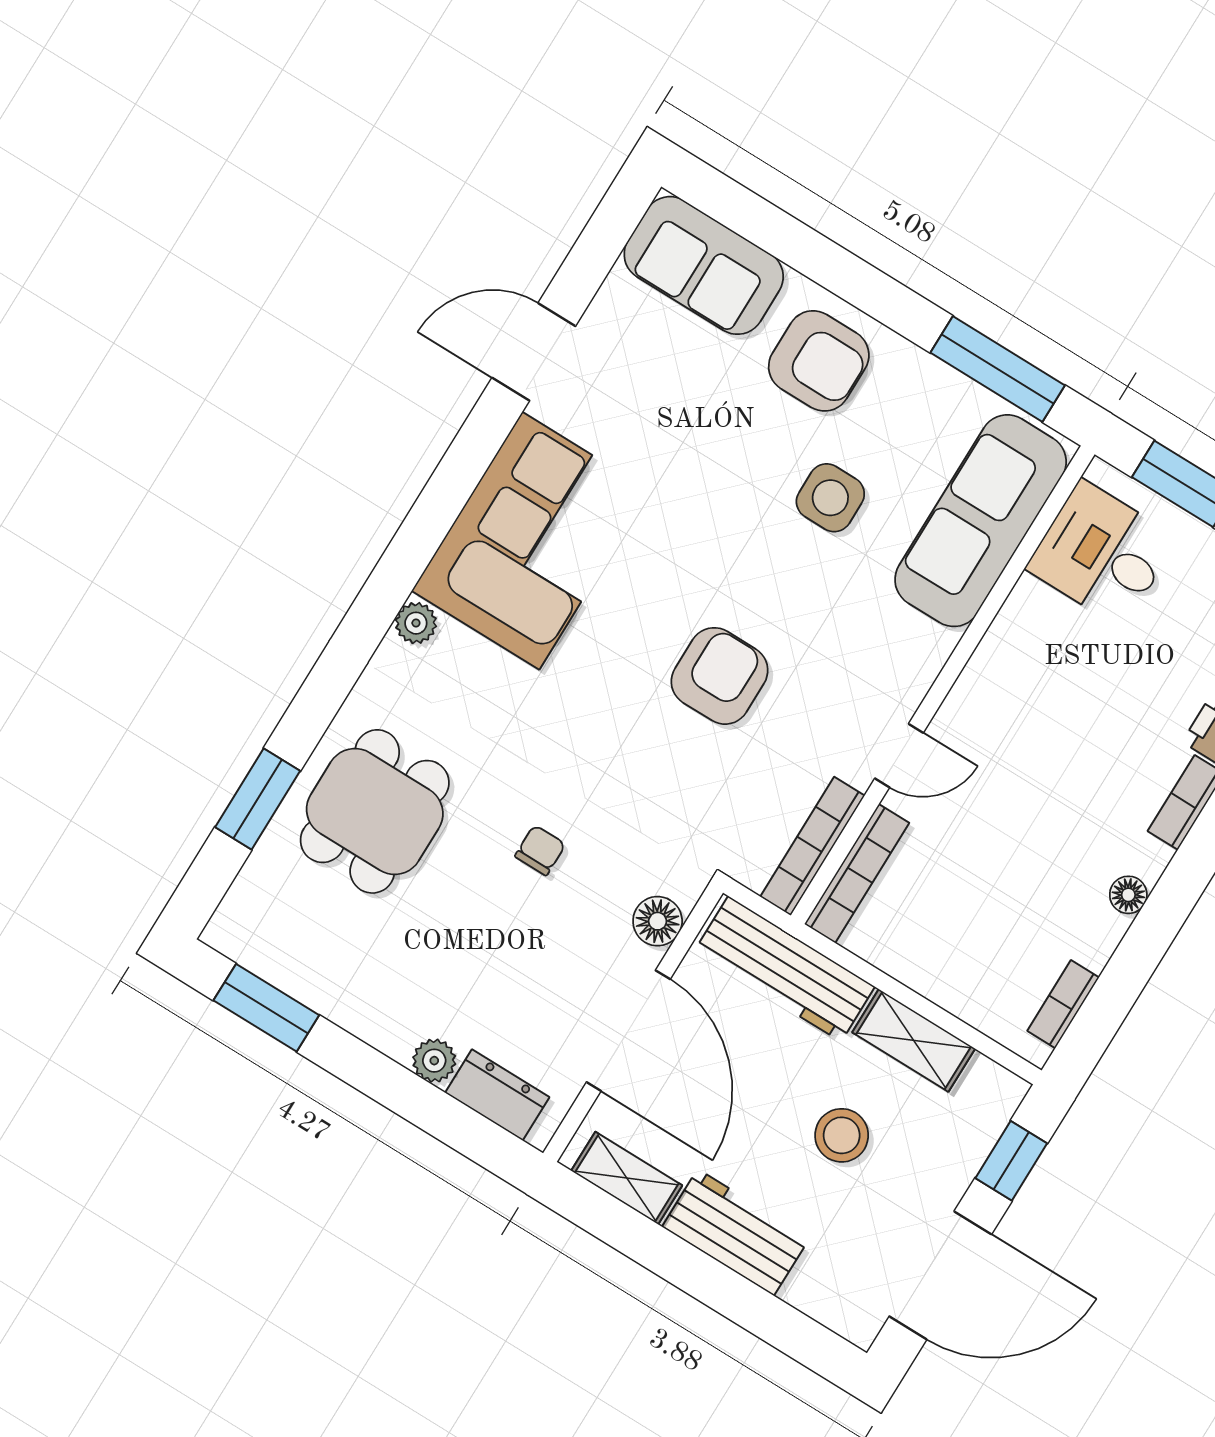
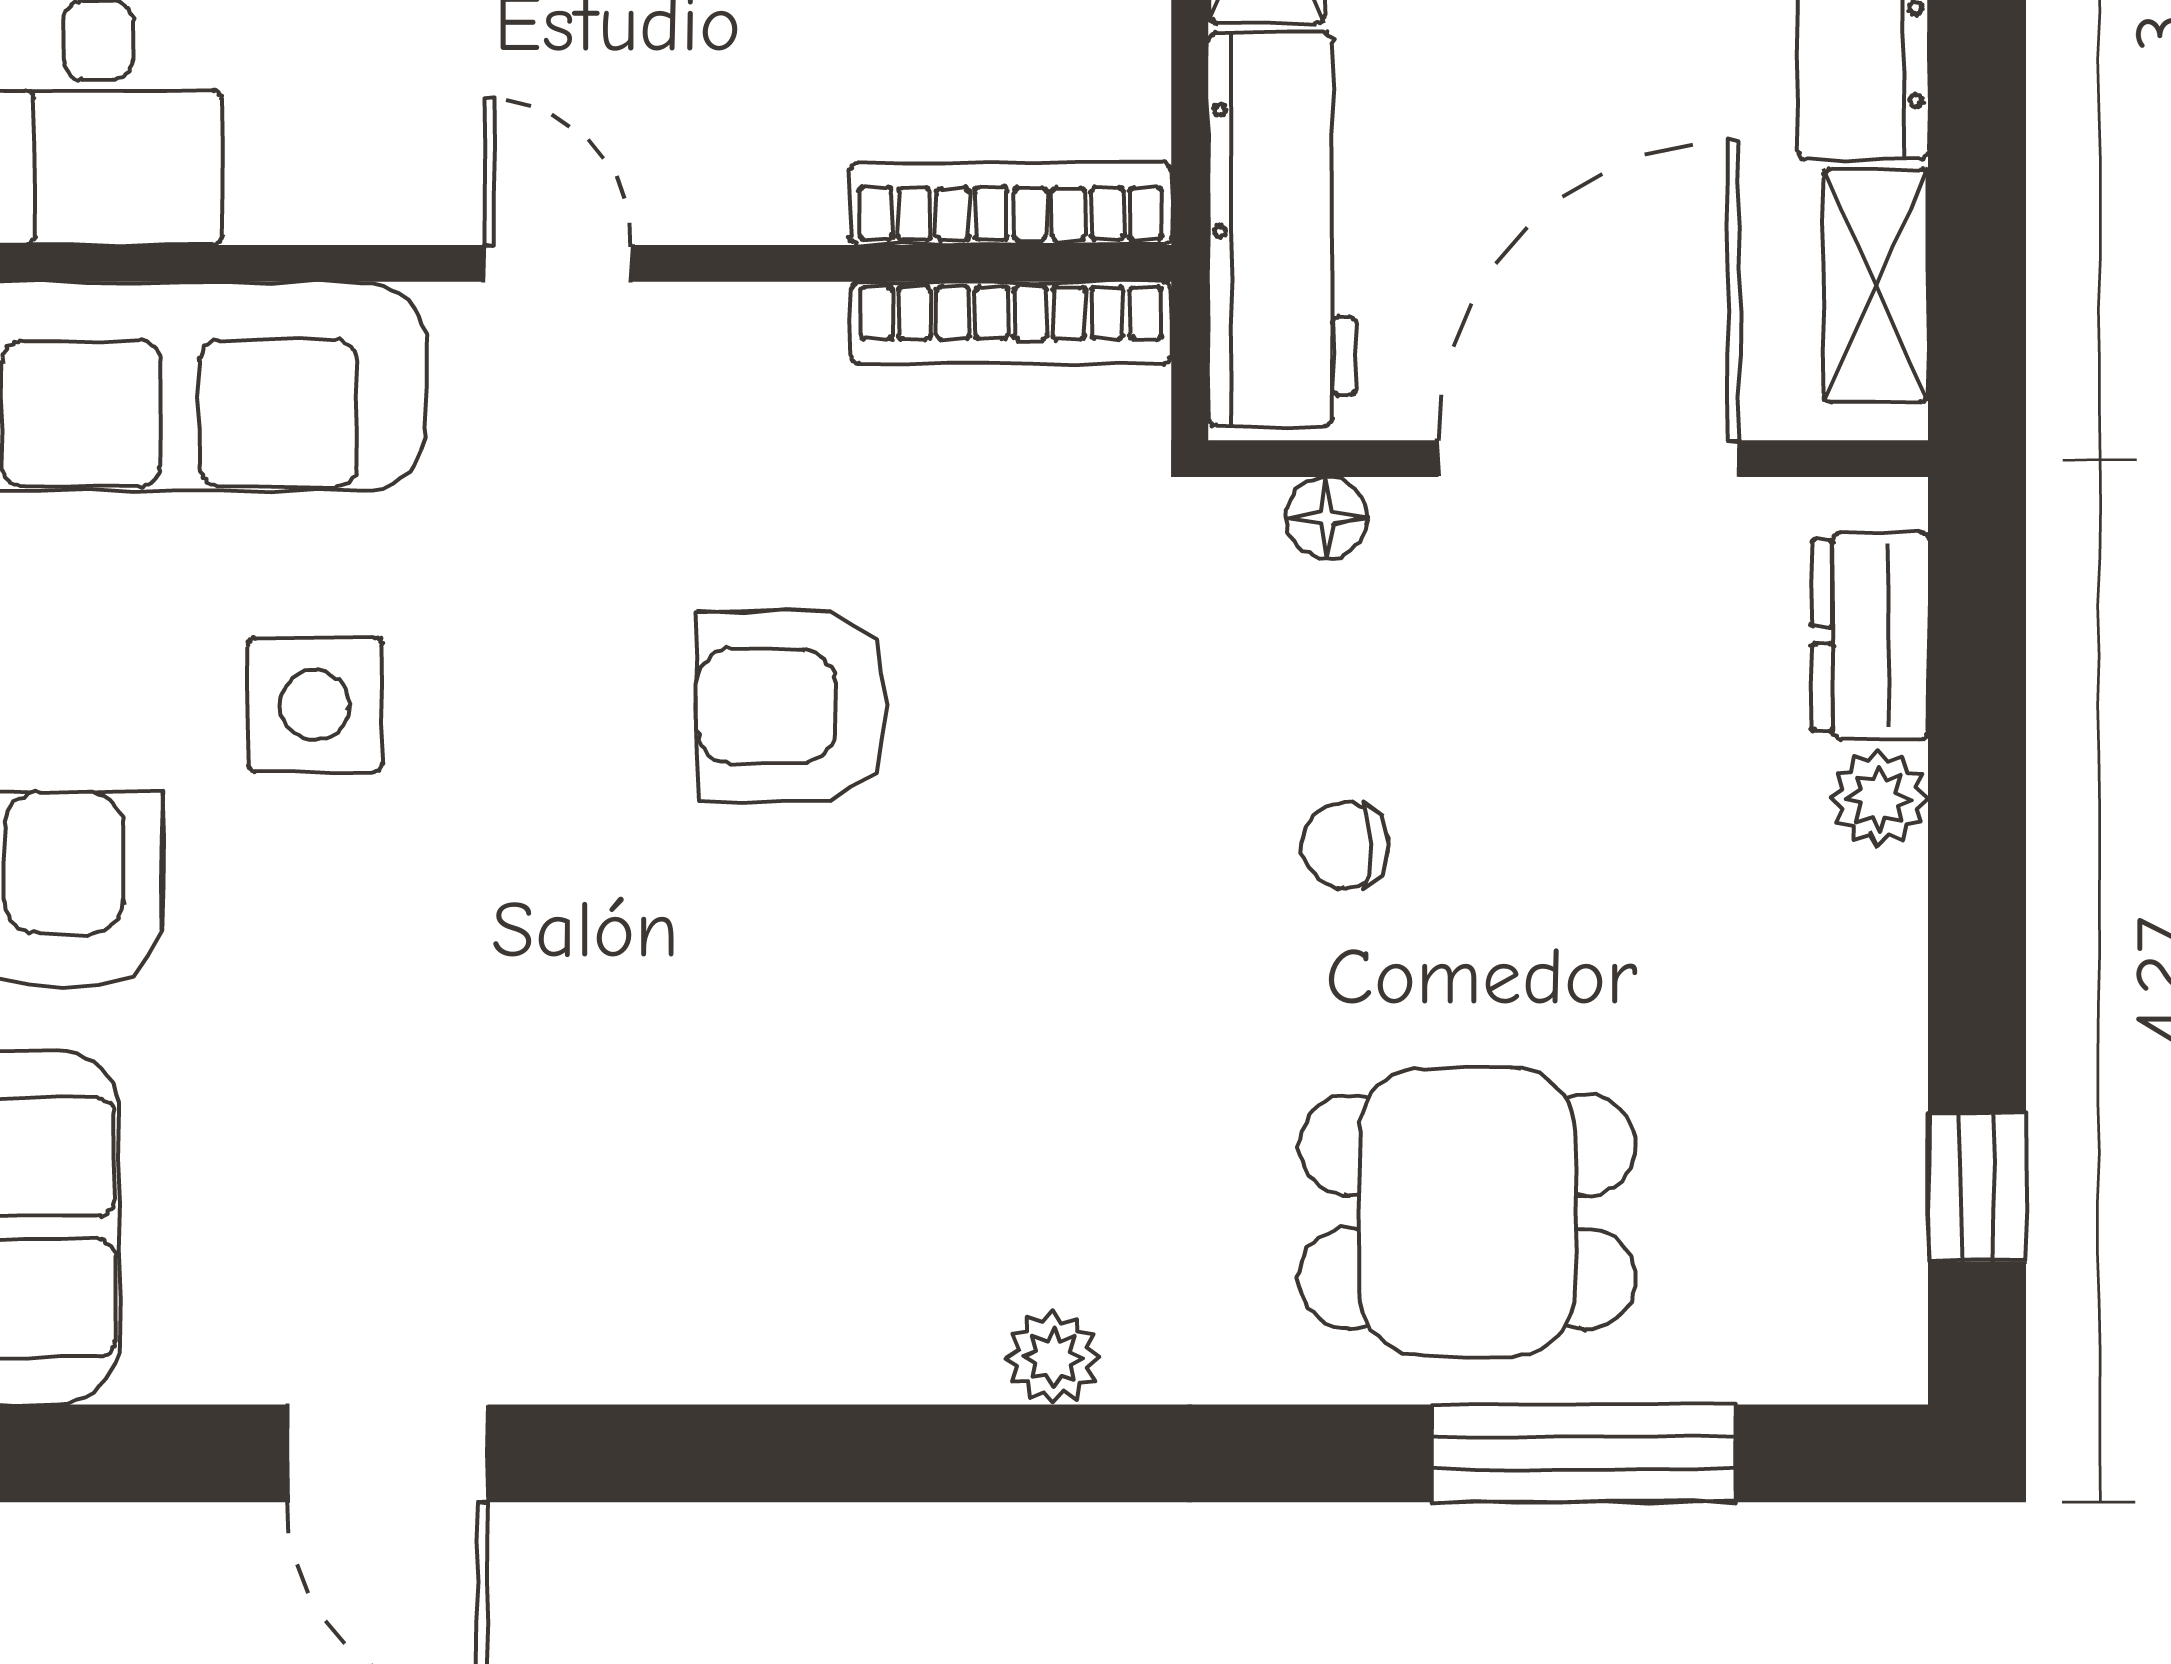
corner sofa: (531, 541) -> (757, 1234), removed
door: (899, 756) -> (558, 263), moved
window: (258, 799) -> (1583, 1453), width x1.44
floor lamp: (658, 921) -> (1326, 518), width x0.73, depth x0.73
window: (266, 1008) -> (1977, 1187), width x0.67

